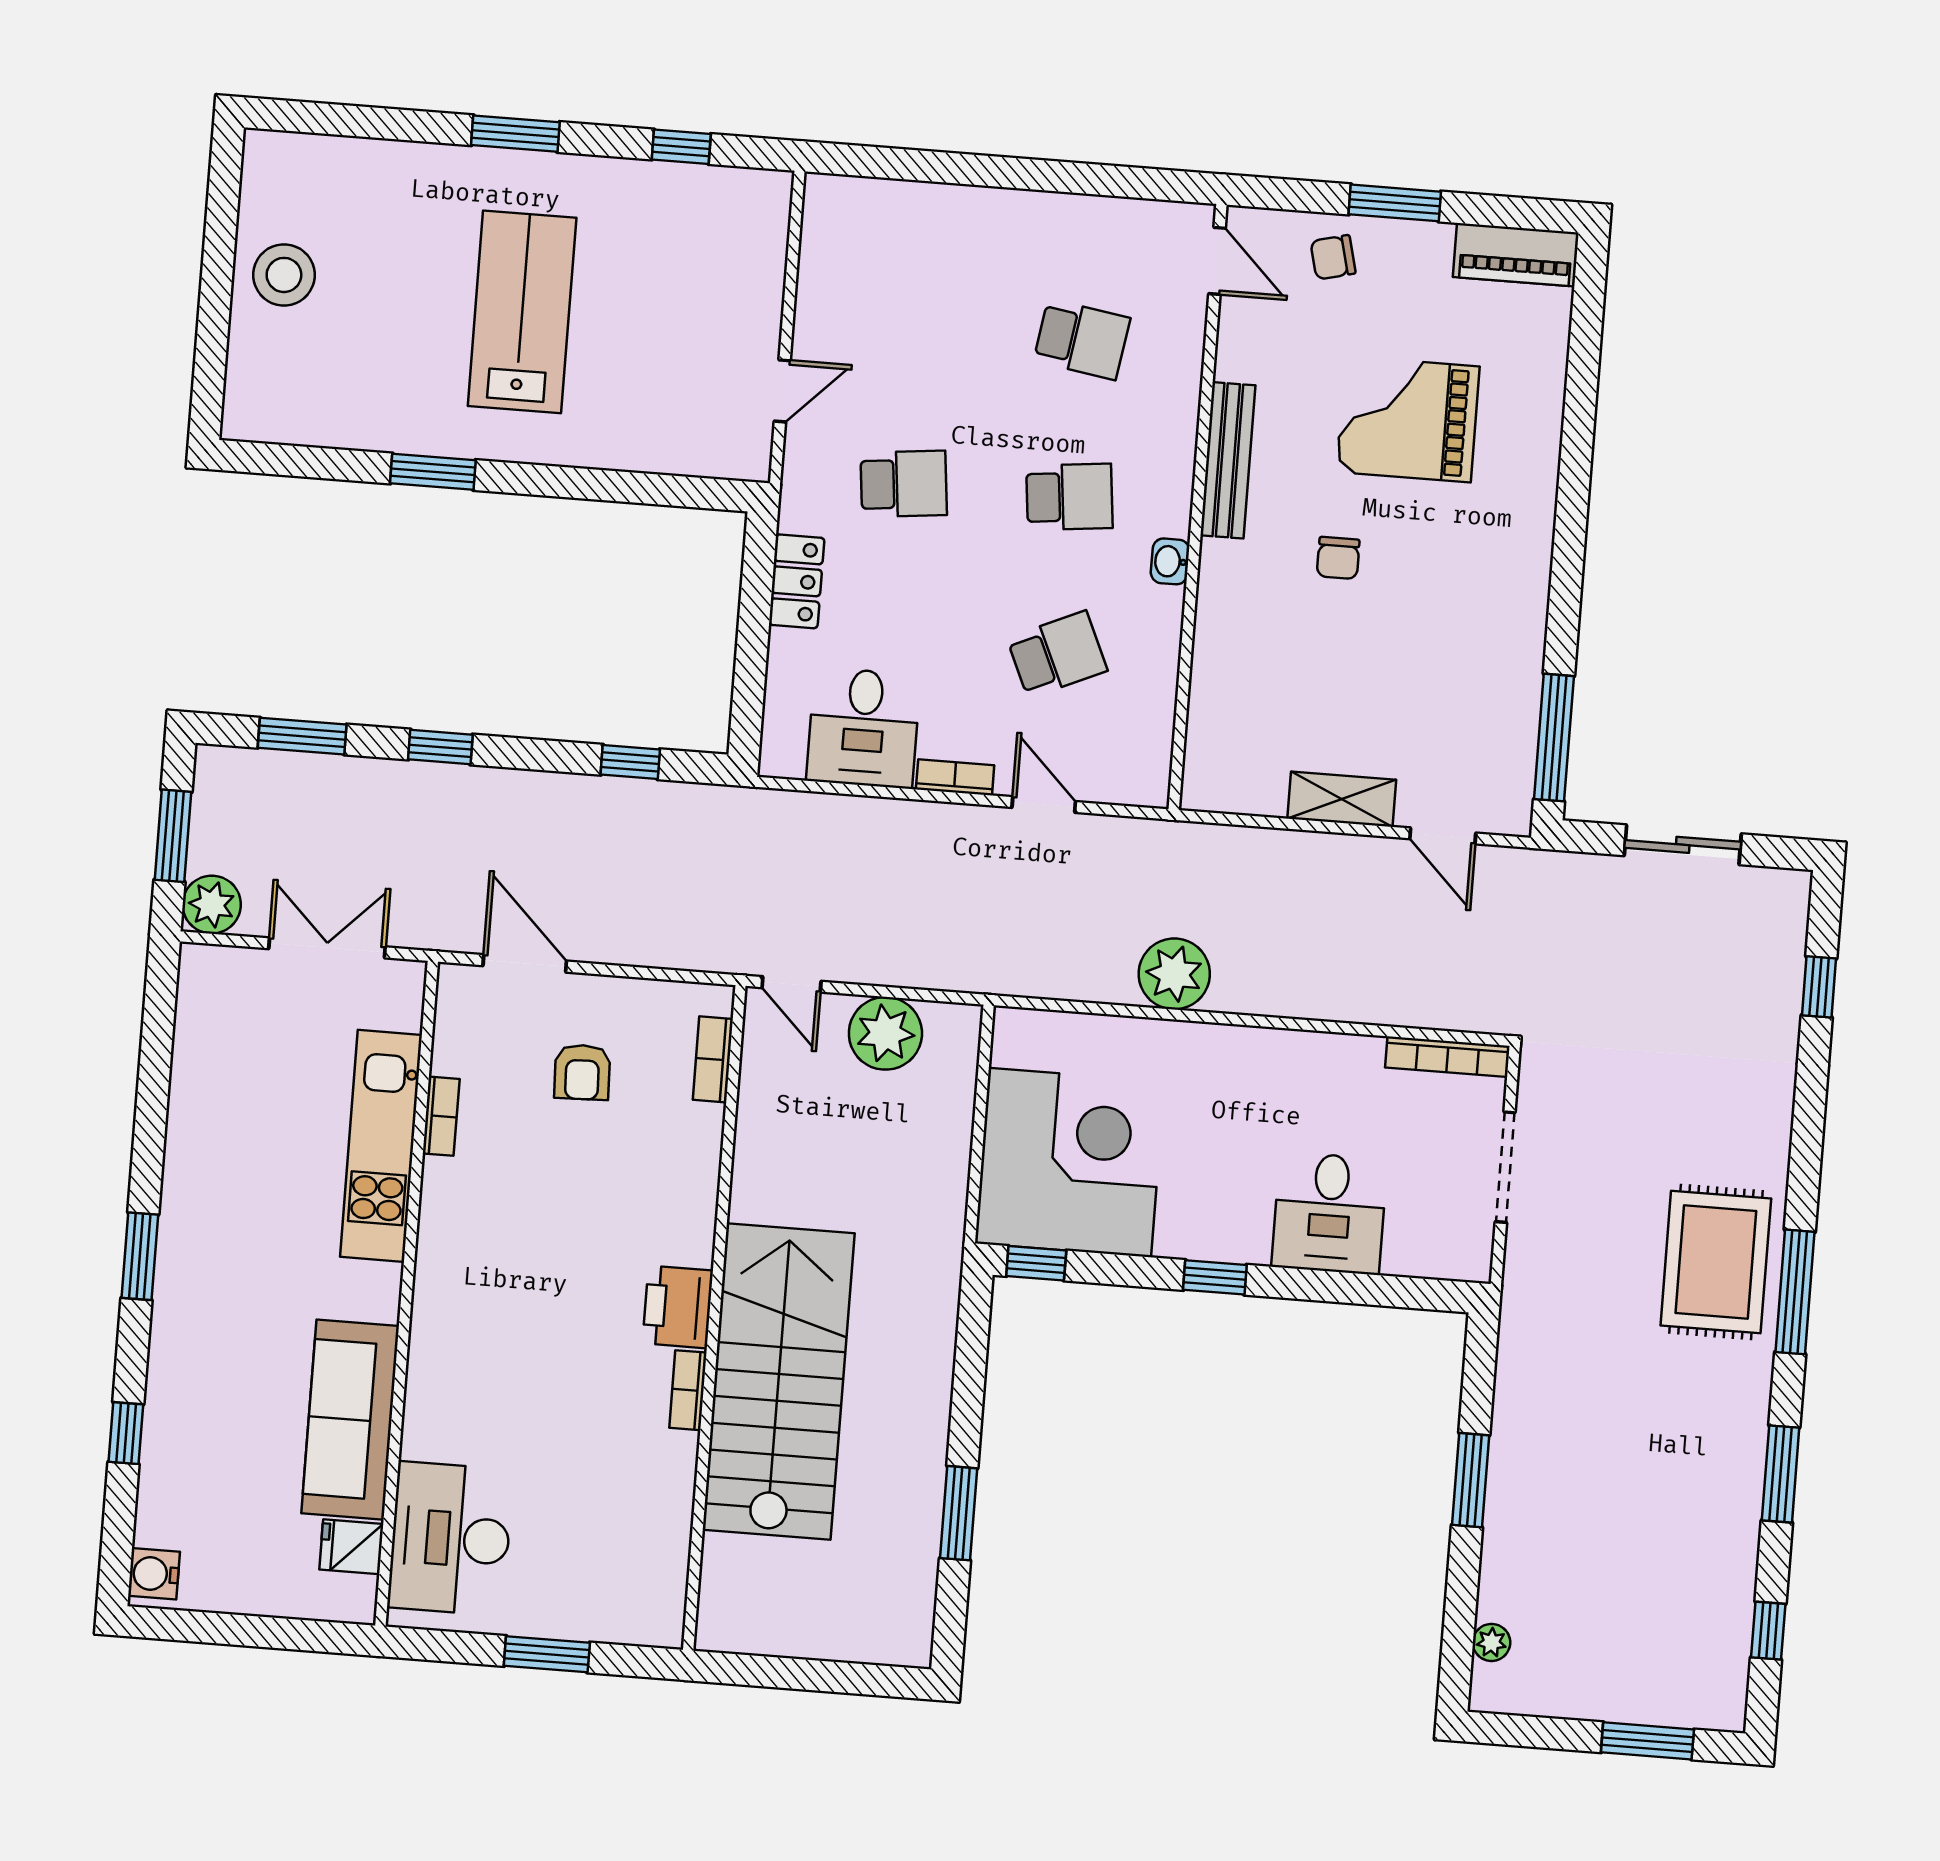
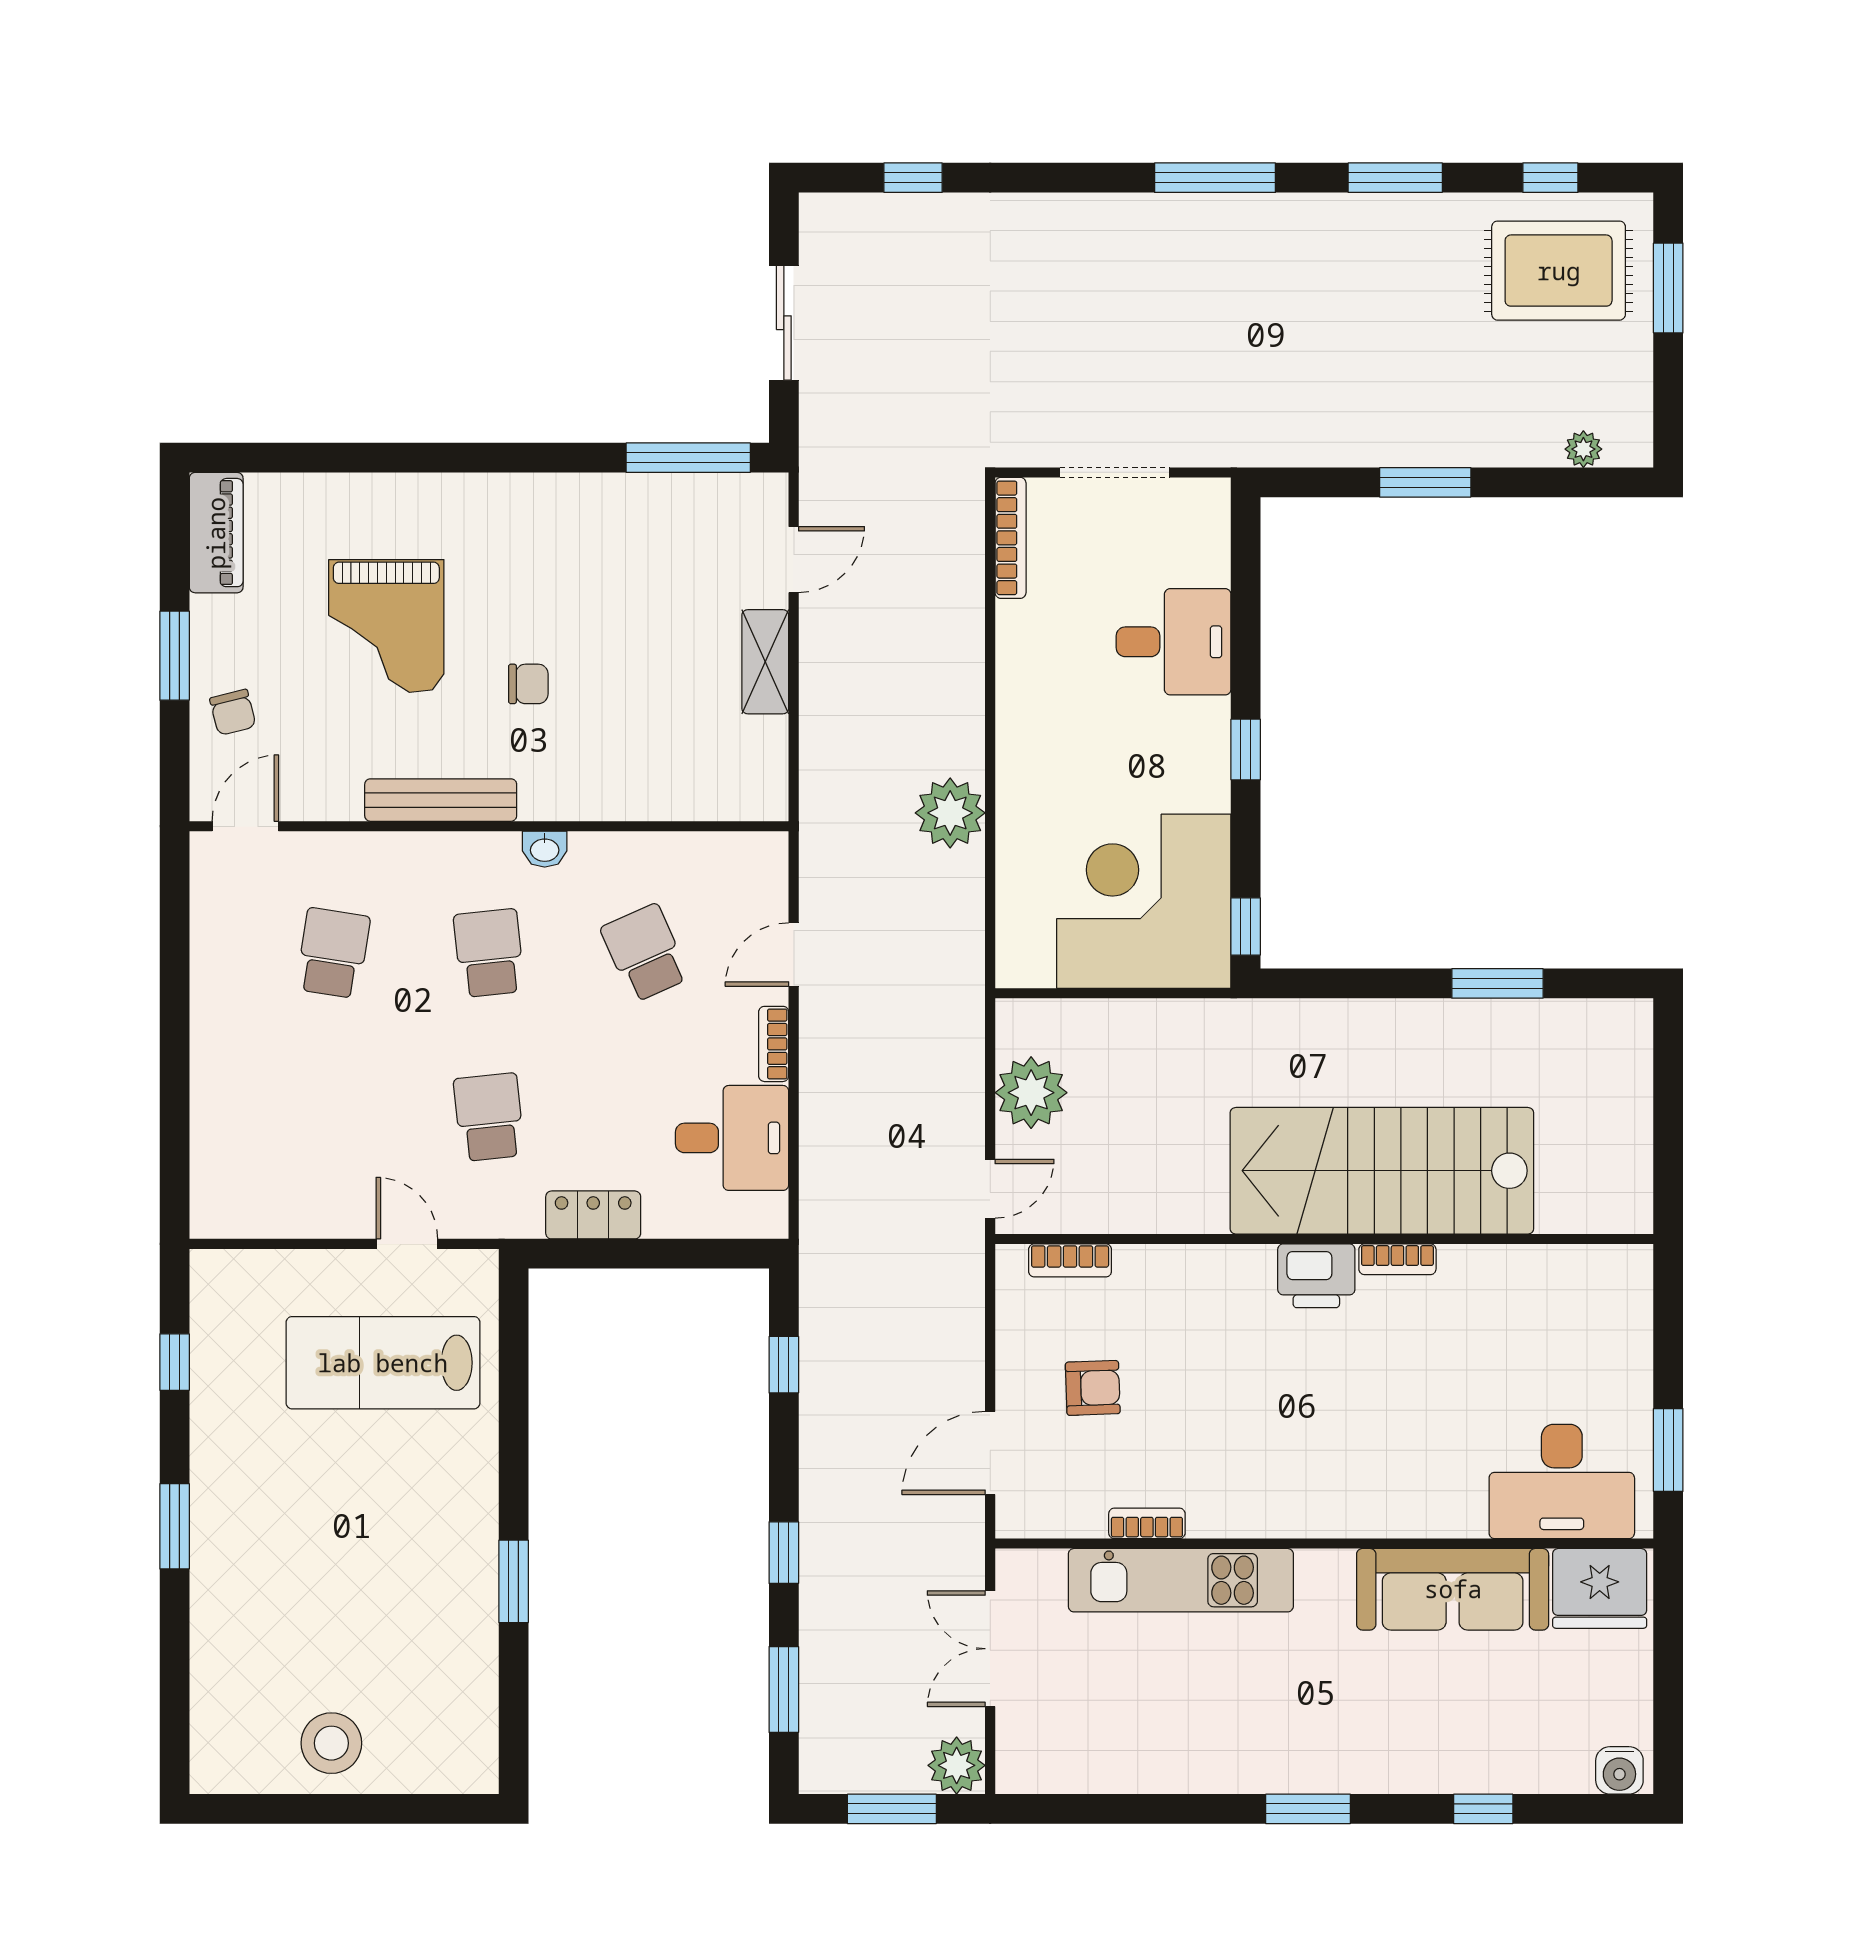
lab bench: (522, 312) -> (383, 1363), moved
rug: (1716, 1262) -> (1559, 271), moved
fridge: (351, 1547) -> (1600, 1588), width x1.88, depth x1.34
window: (547, 1654) -> (1668, 1450), moved

